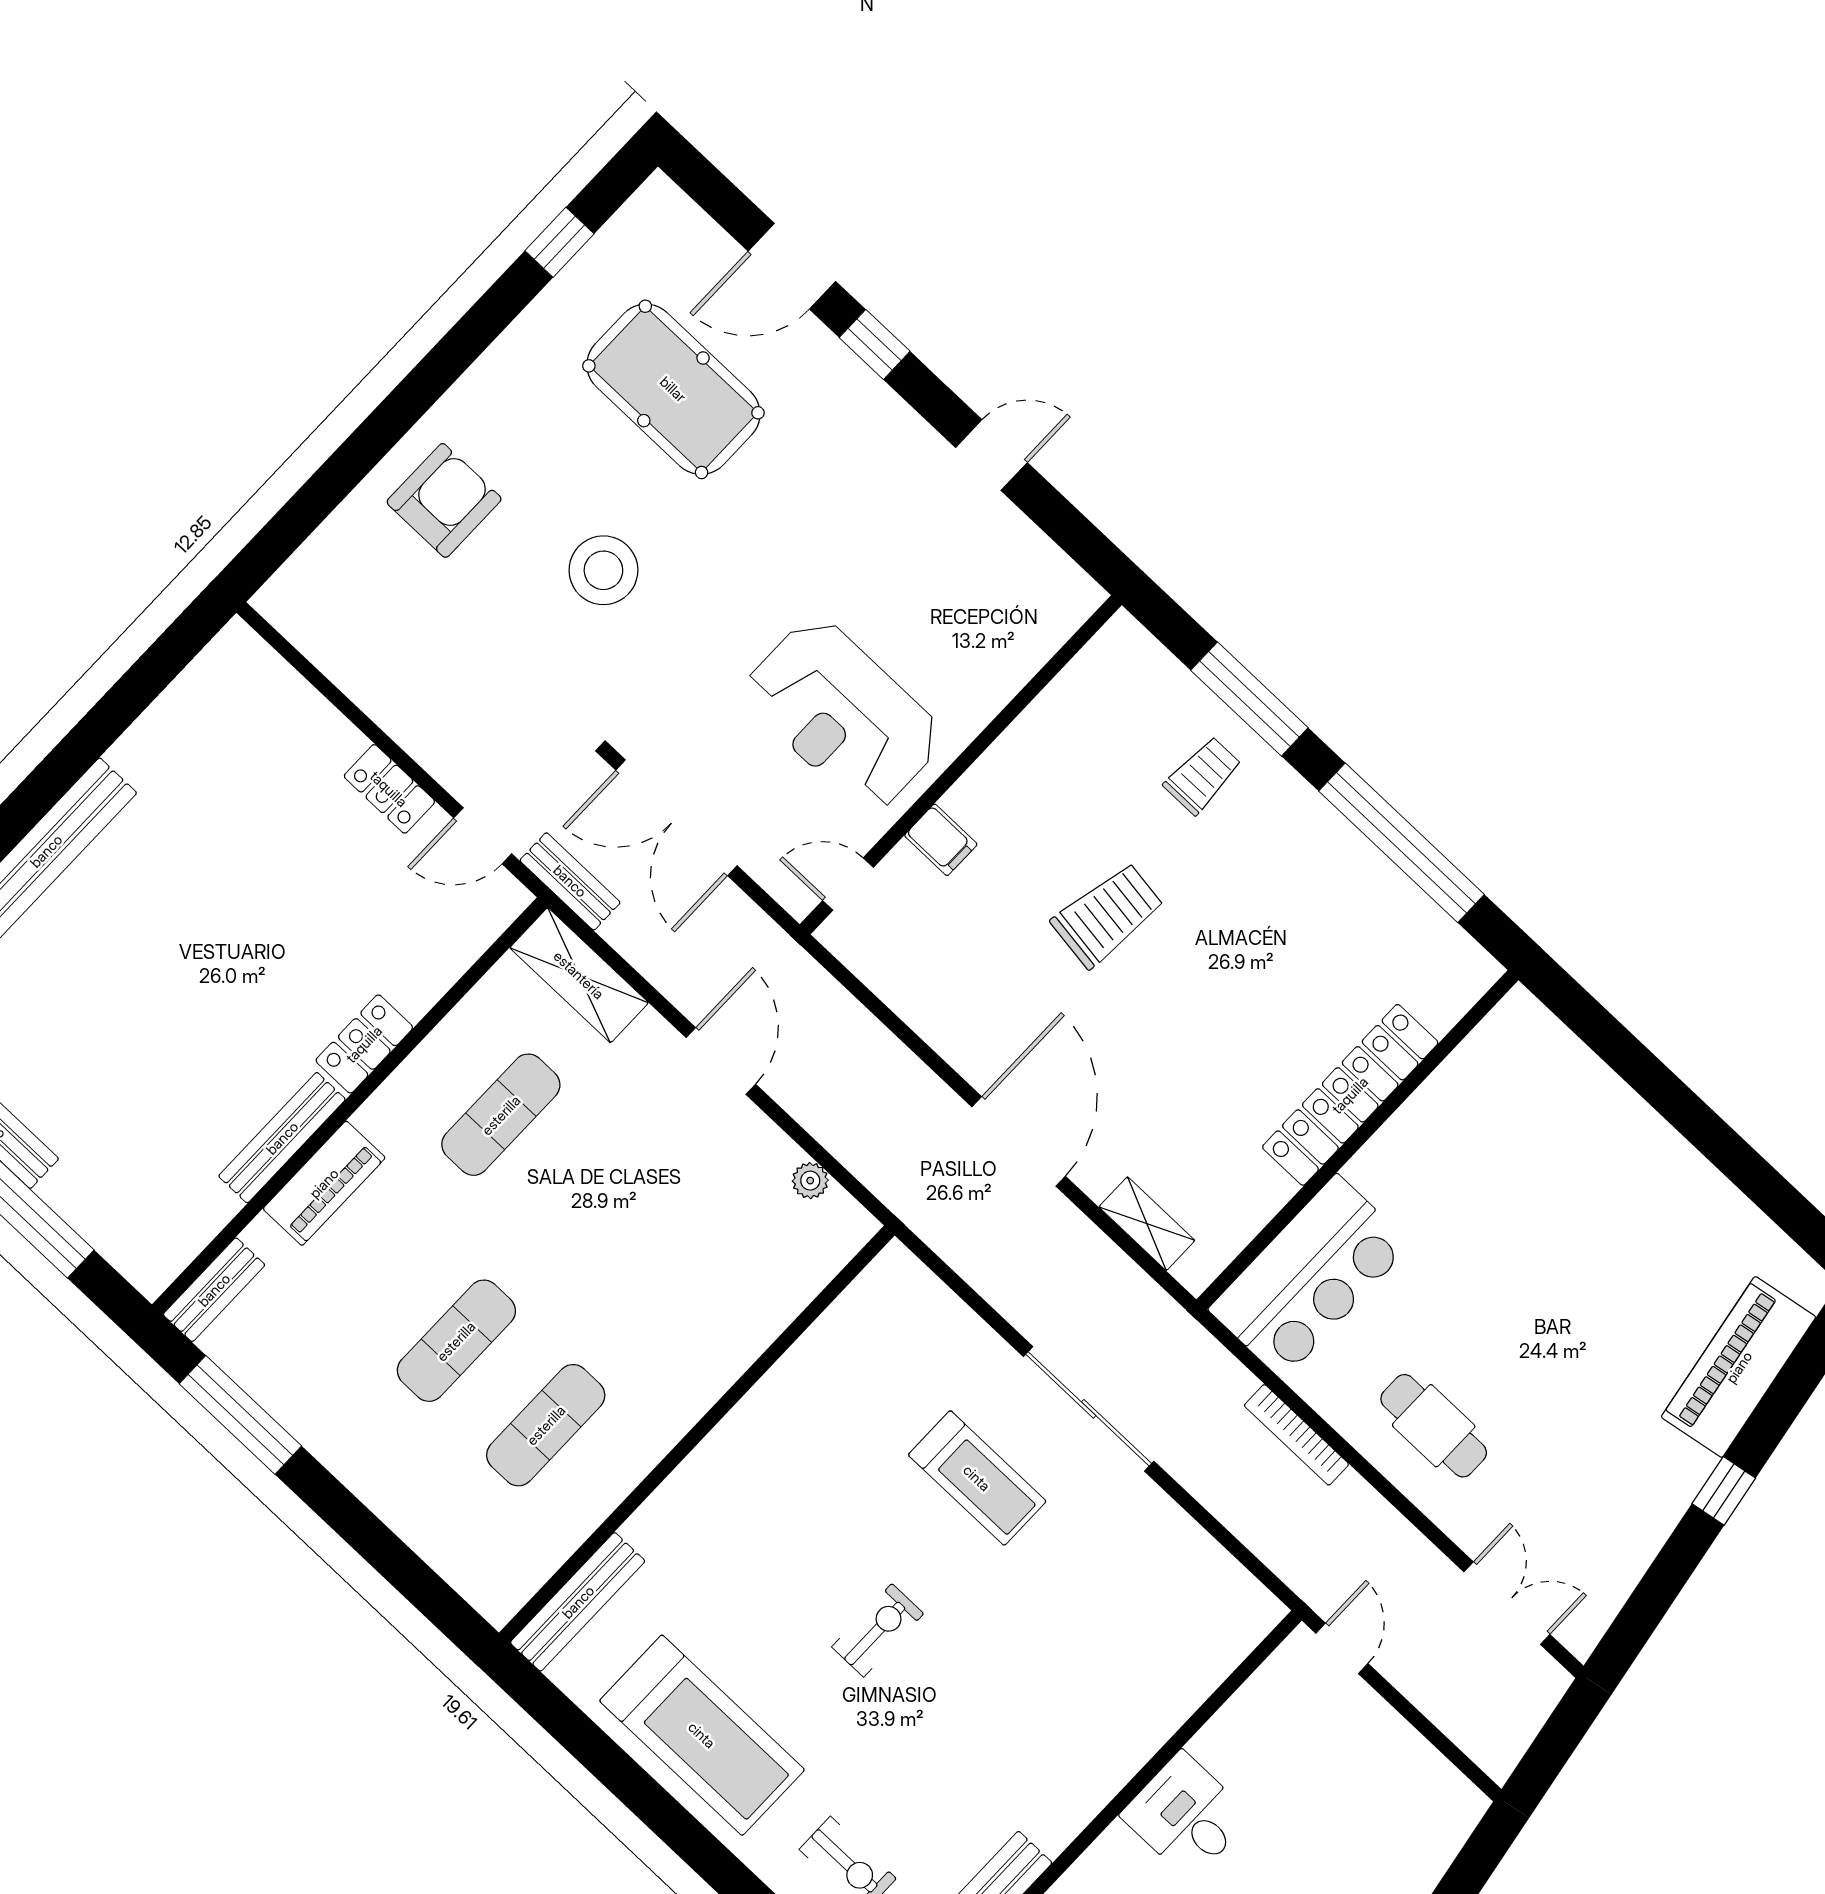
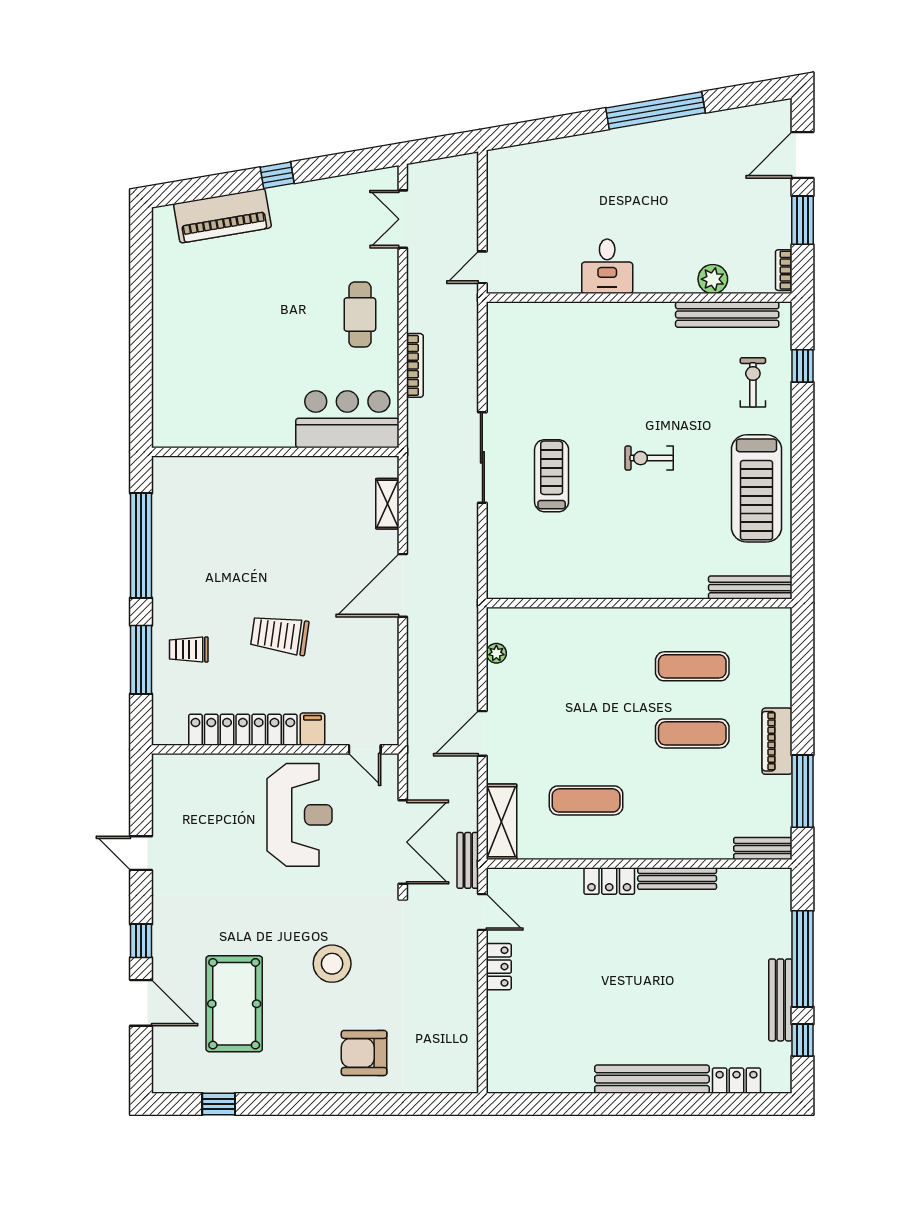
locker: (1350, 1095) -> (243, 730), moved, turned 180
piano: (324, 1183) -> (777, 741), moved, turned -90
treadmill: (702, 1735) -> (756, 488), turned 180

